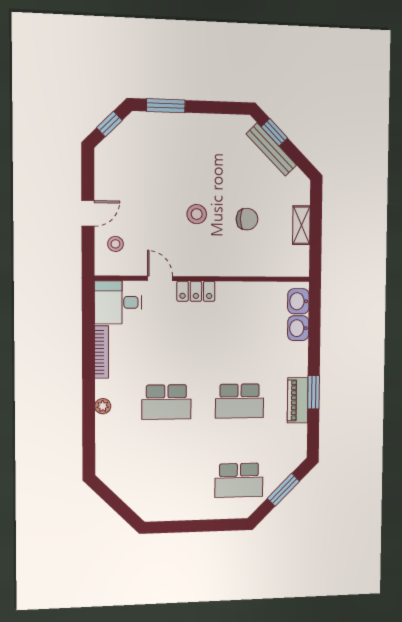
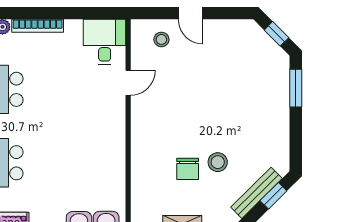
stool: (197, 214) -> (218, 162), moved
locker: (196, 291) -> (116, 118), removed
bookcase: (102, 352) -> (38, 26), moved

